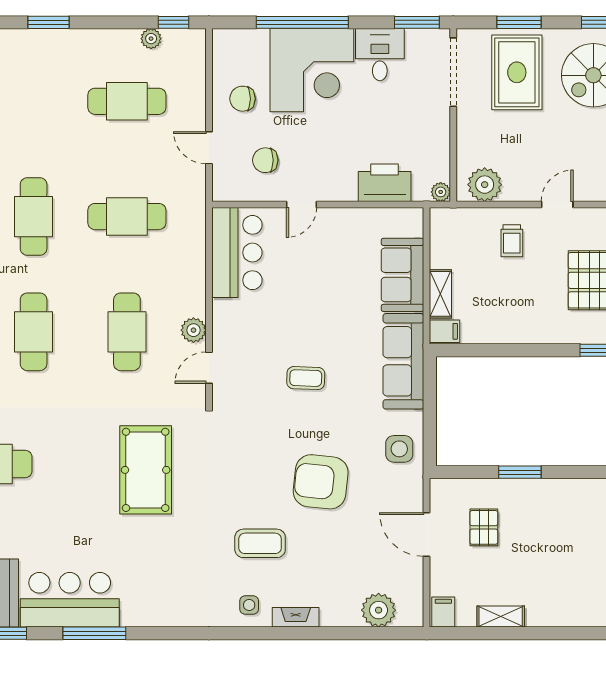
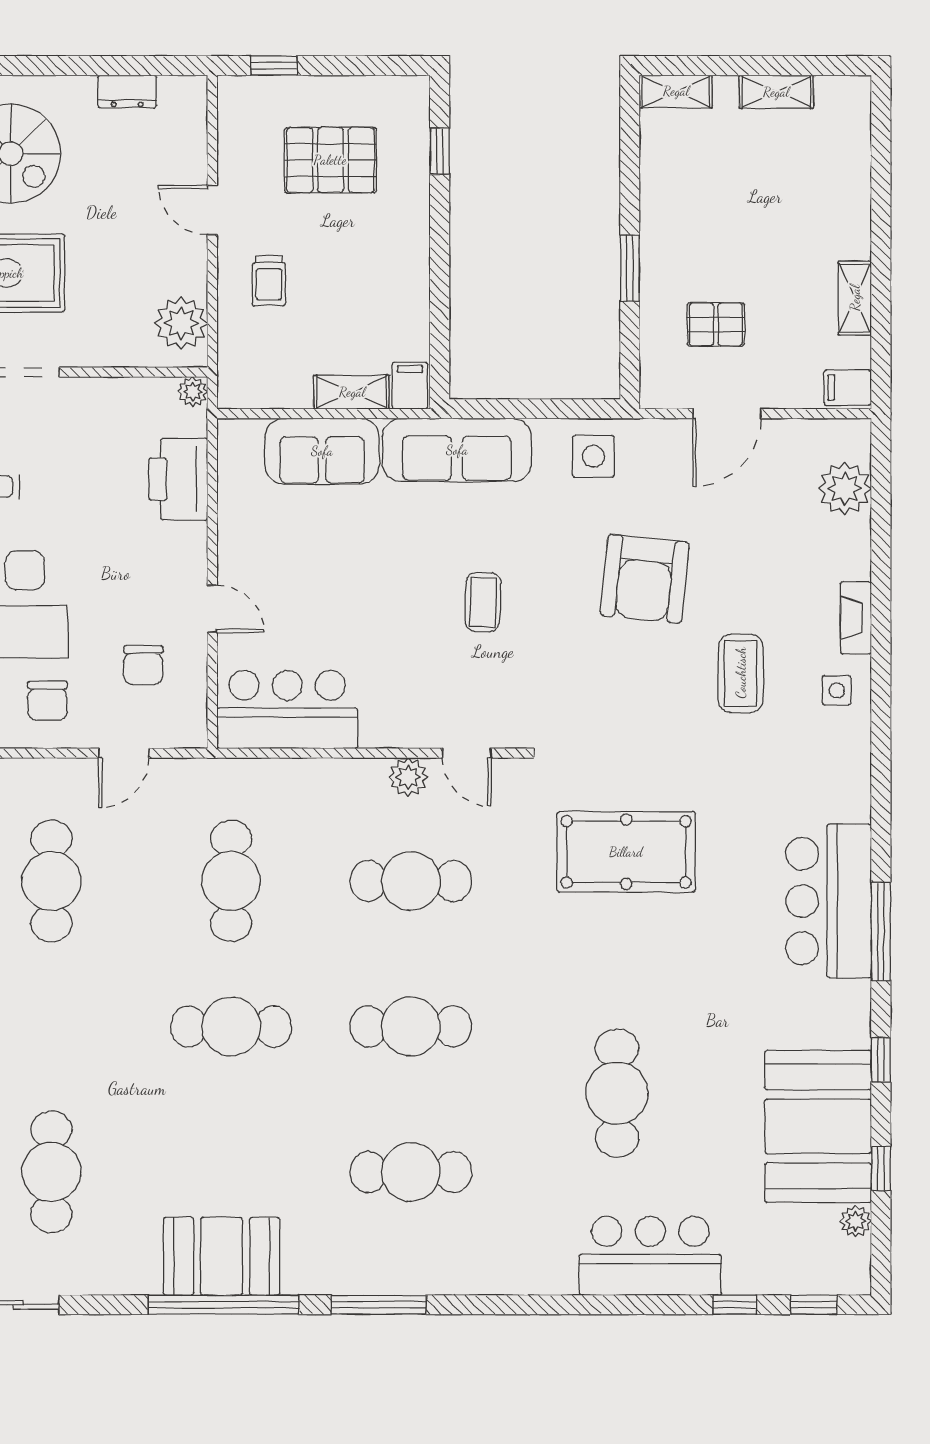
trolley: (512, 241) -> (269, 281), turned 90
bar counter: (70, 600) -> (829, 901), moved

